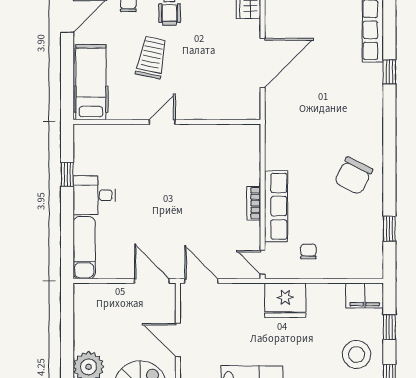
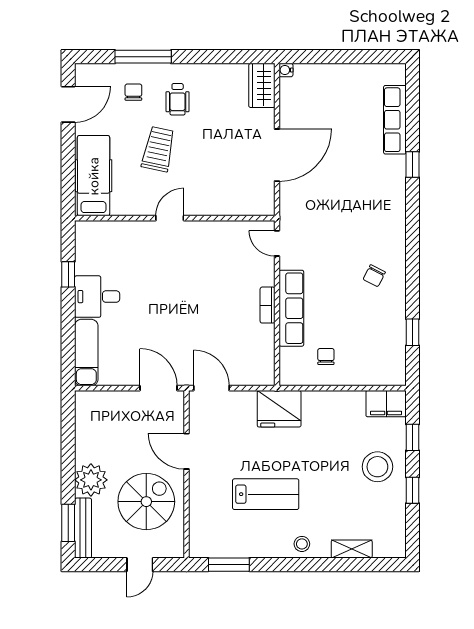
chair: (354, 176) -> (374, 276), width x0.54, depth x0.54
door: (263, 262) -> (277, 243), moved
fridge: (285, 300) -> (279, 409), moved

